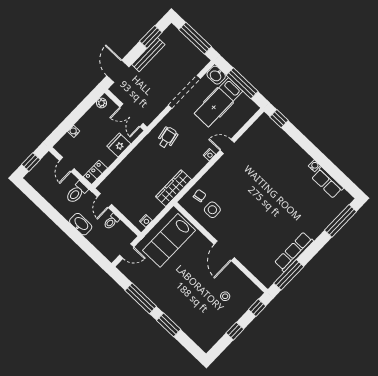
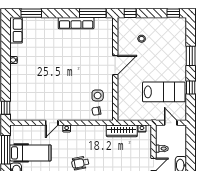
door: (227, 146) -> (52, 123), hinge flipped
row of seats: (327, 183) -> (16, 30), moved
wardrobe: (174, 188) -> (122, 131), moved
window: (341, 221) -> (31, 13), width x0.69
lab bench: (169, 240) -> (164, 92), moved
window: (141, 298) -> (191, 87), width x0.46
window: (235, 331) -> (173, 13), moved

